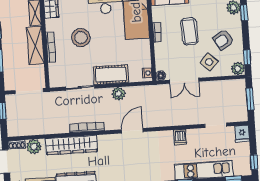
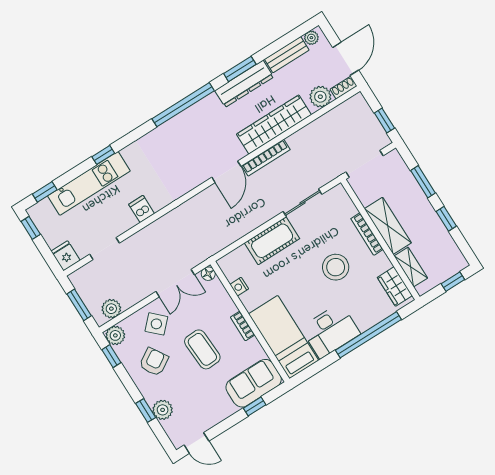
nightstand: (147, 73) -> (239, 287), moved
double door: (184, 81) -> (175, 283), swing flipped
plant: (118, 94) -> (111, 309), moved
door: (132, 131) -> (226, 172), moved

